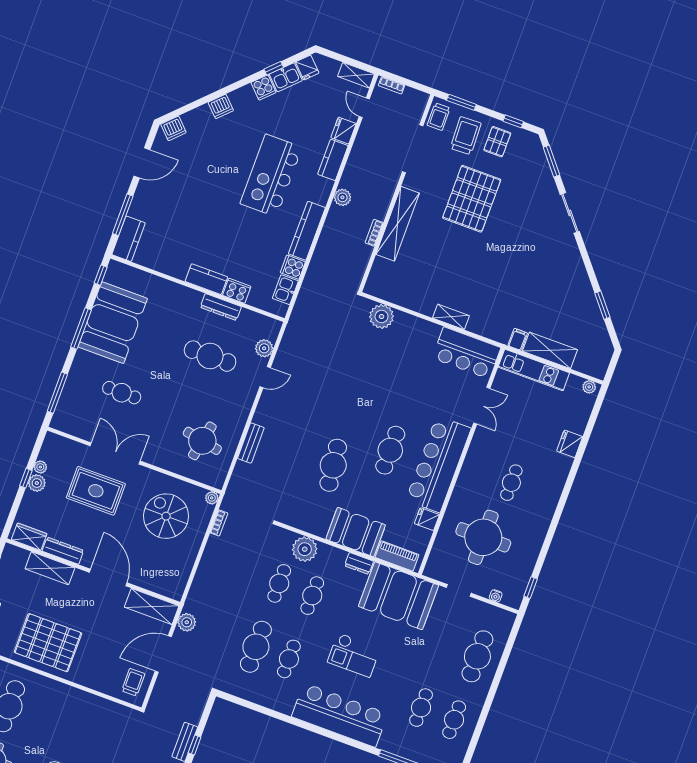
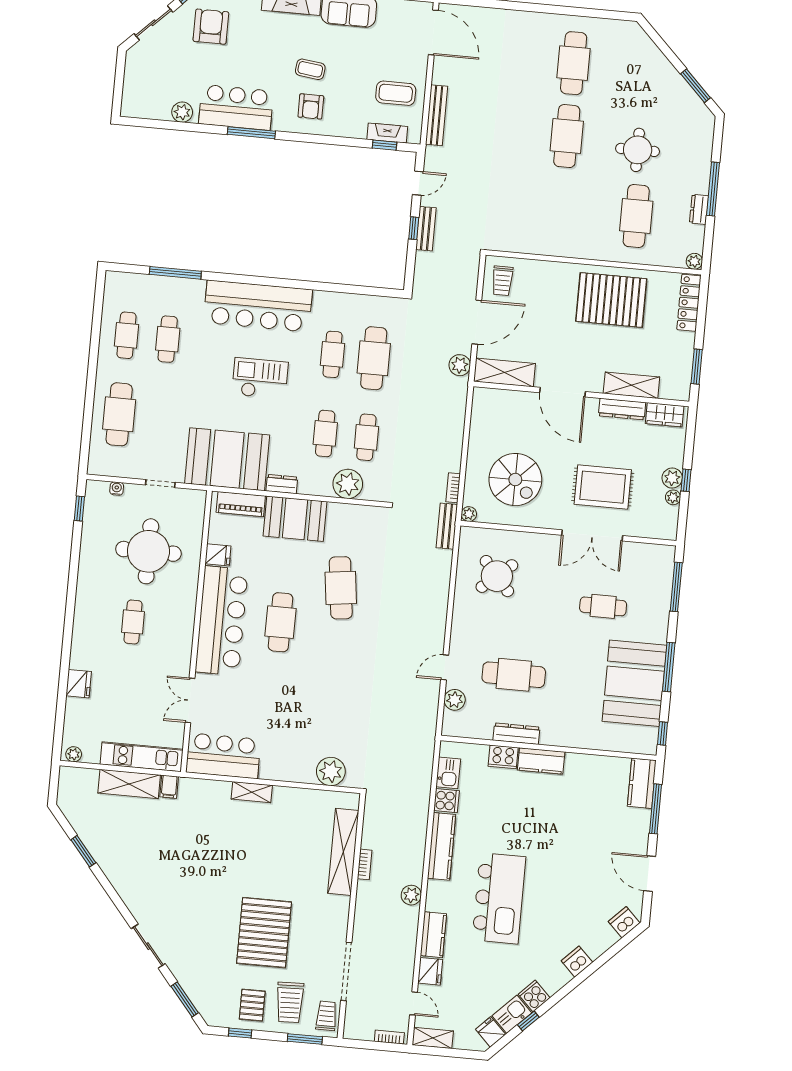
door: (142, 163) -> (650, 874), hinge flipped
shelving: (398, 224) -> (343, 852), moved
round table: (202, 441) -> (497, 576), turned 38
bench: (251, 443) -> (447, 526), moved

